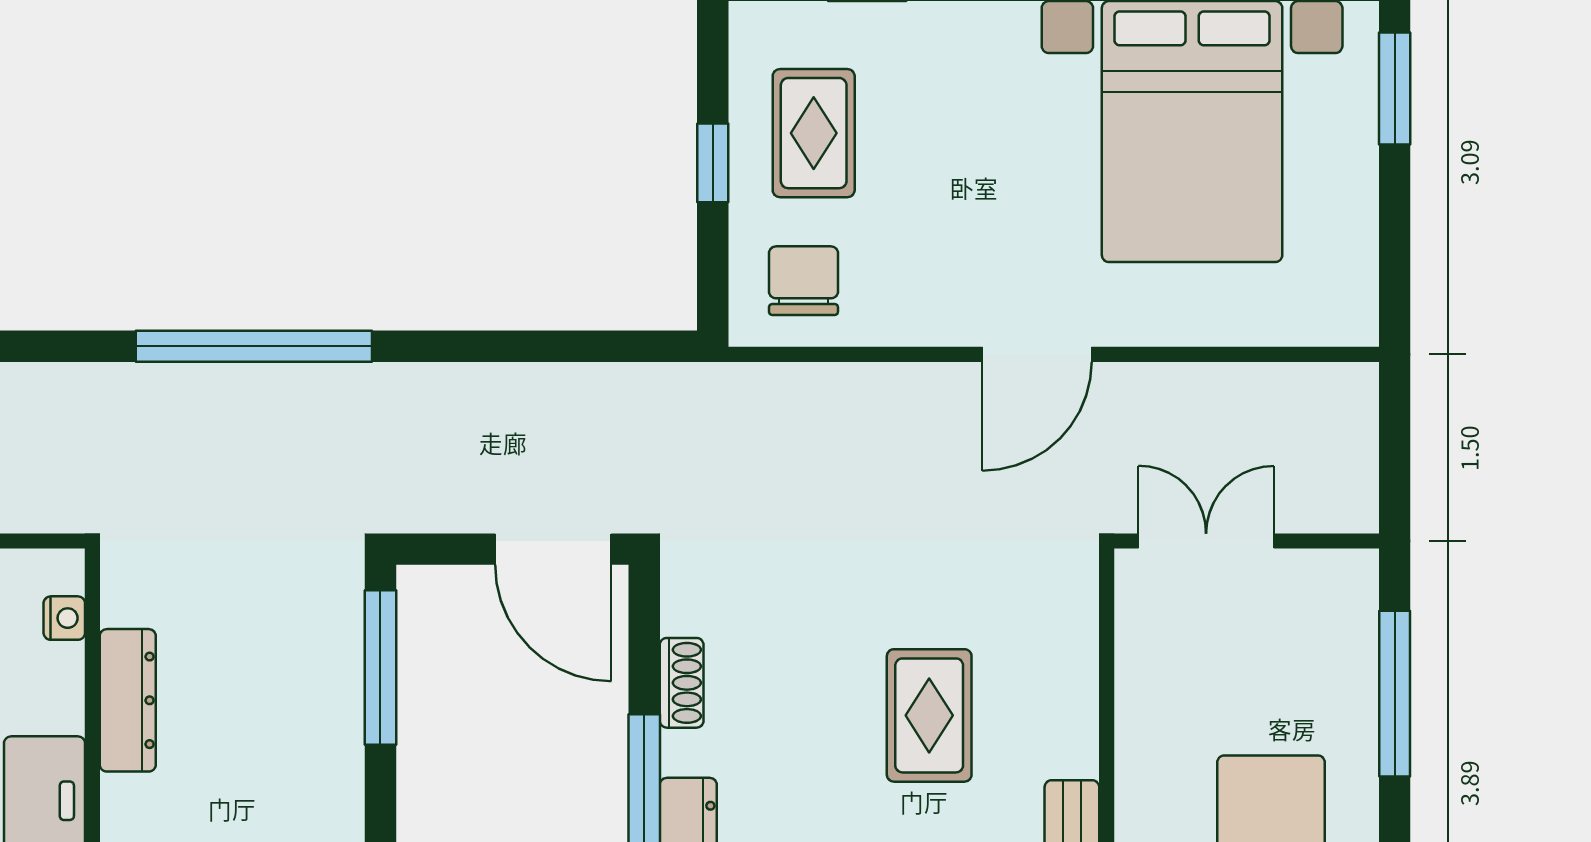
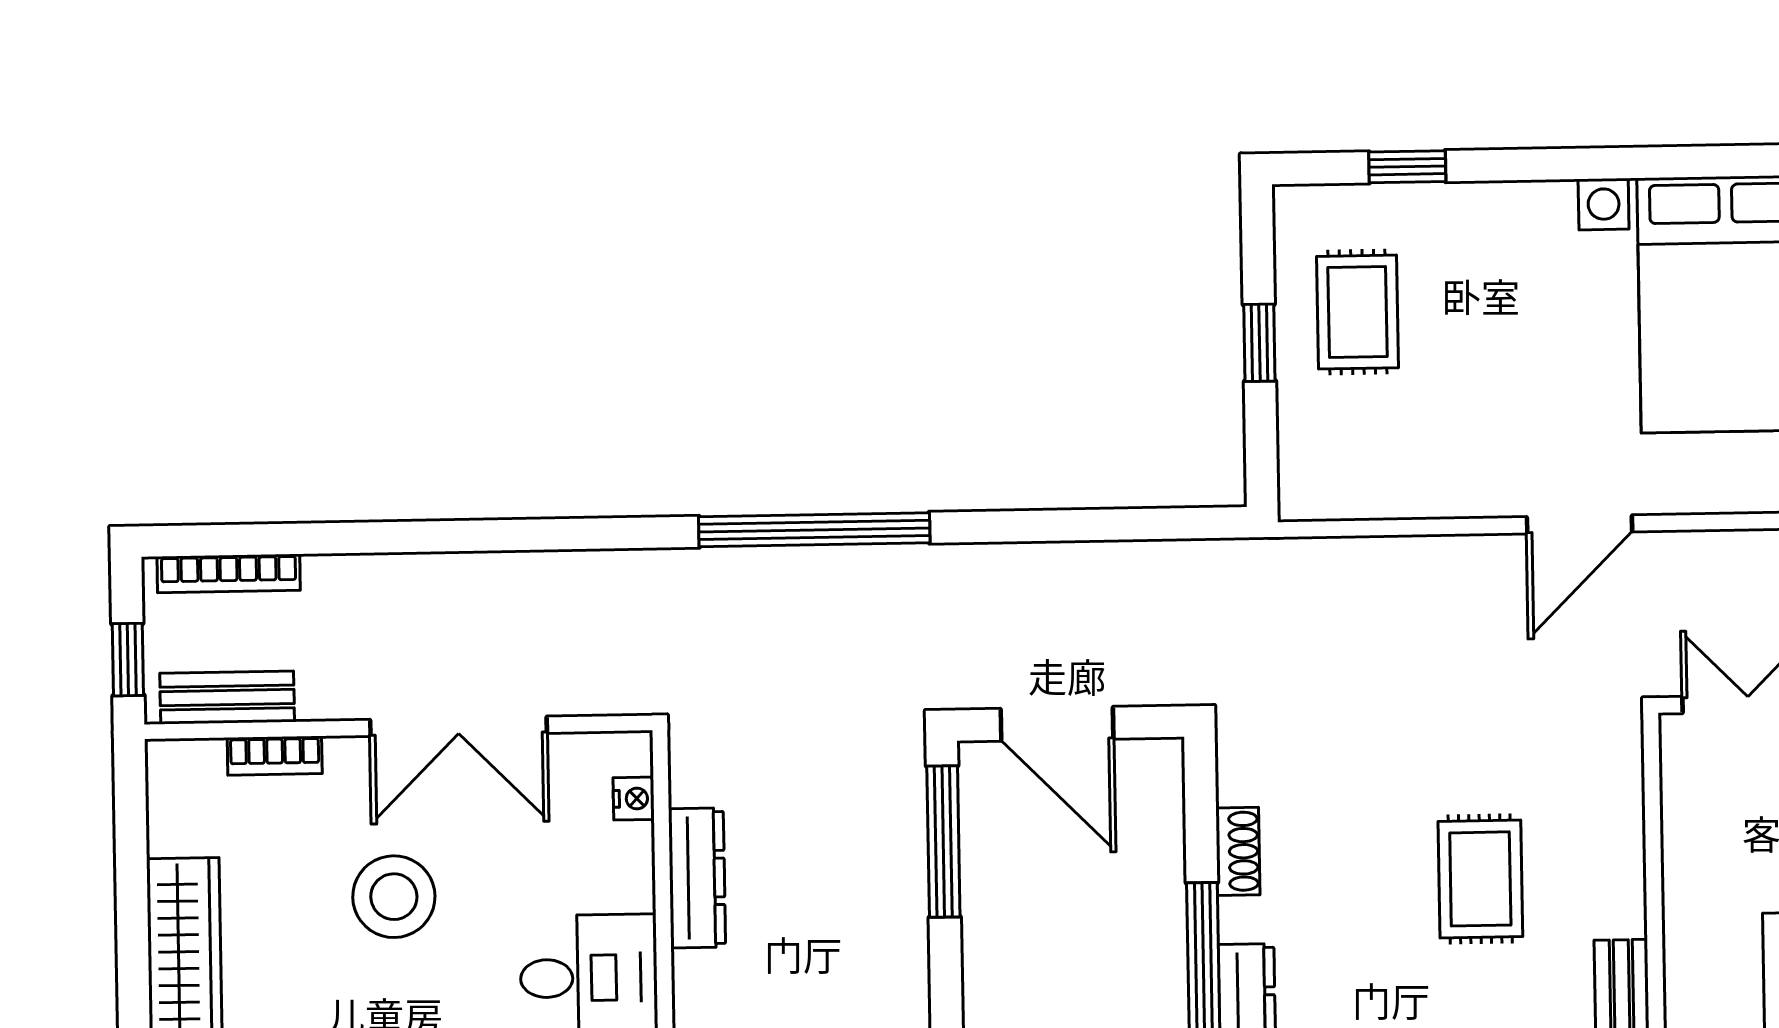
chair: (803, 281) -> (1350, 456), removed
door: (553, 549) -> (1057, 724), moved

